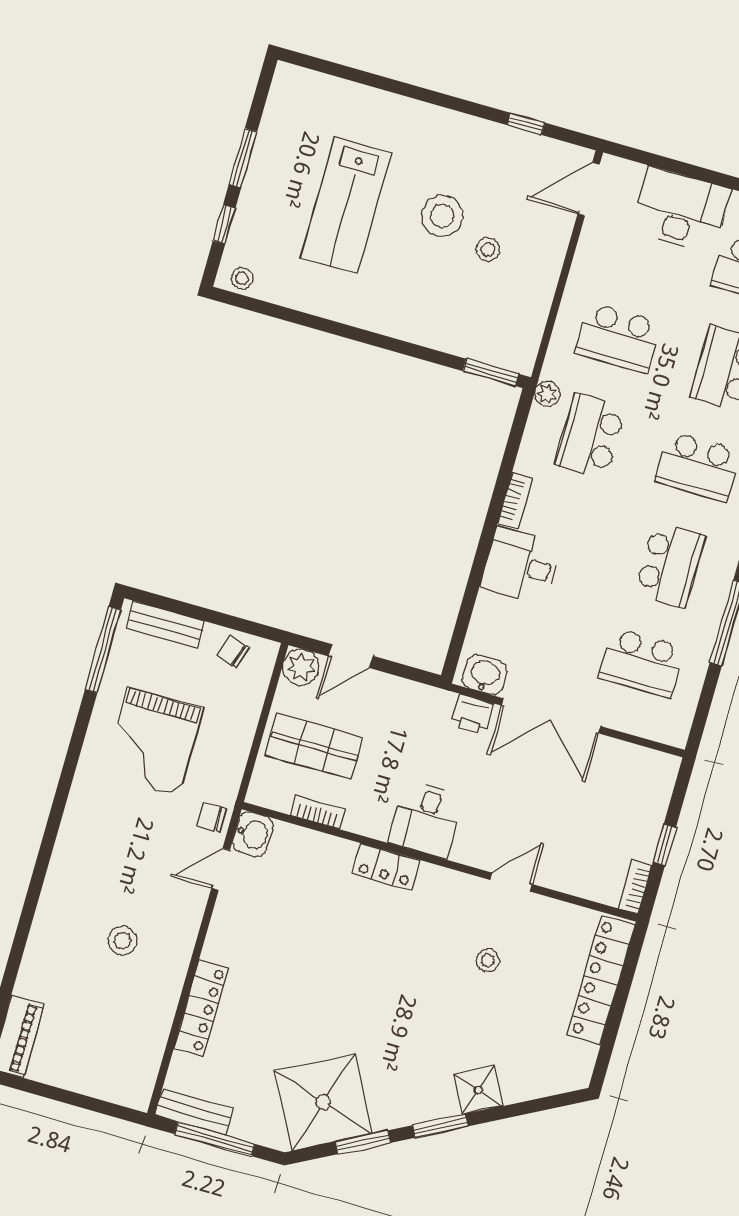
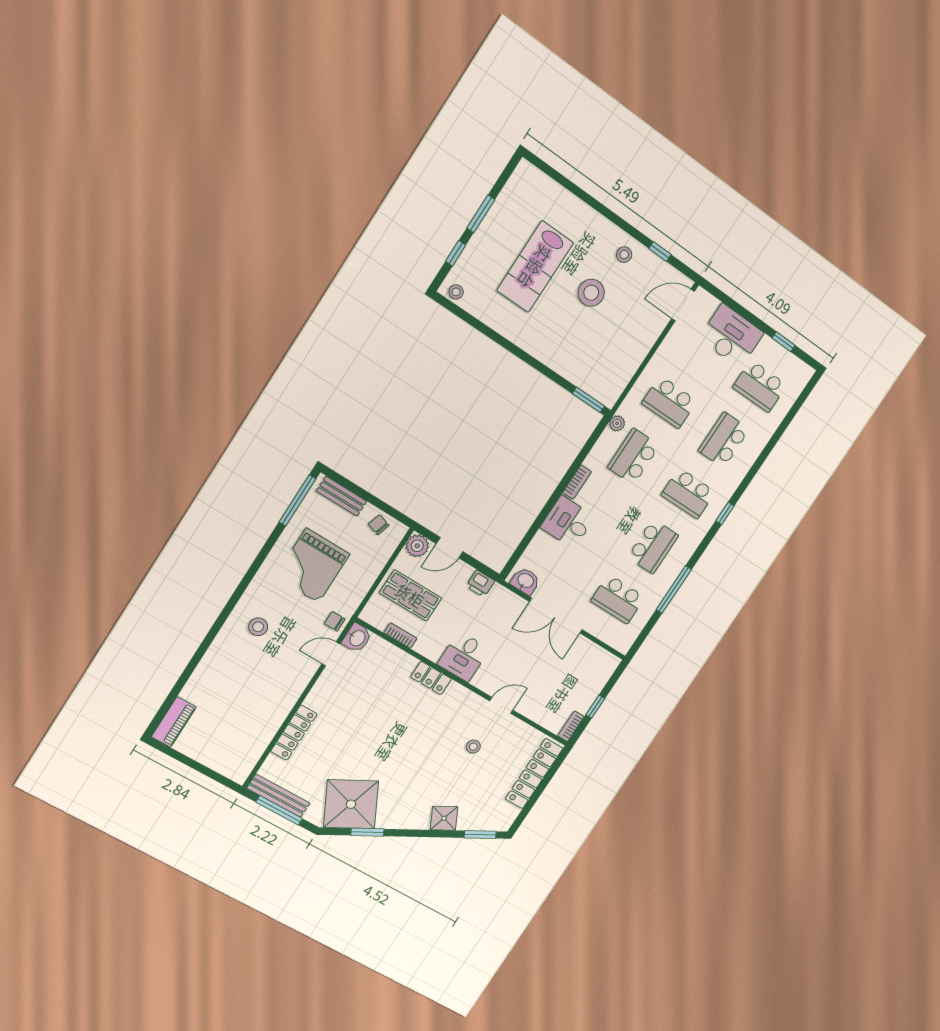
stool: (488, 249) -> (624, 255), moved
printer: (472, 714) -> (480, 584), moved
stool: (122, 941) -> (258, 627), moved
bench: (194, 1112) -> (278, 796), width x1.36
window: (440, 1126) -> (480, 835), moved

